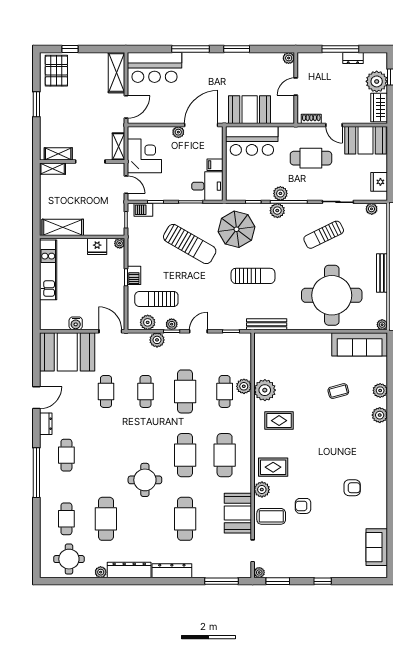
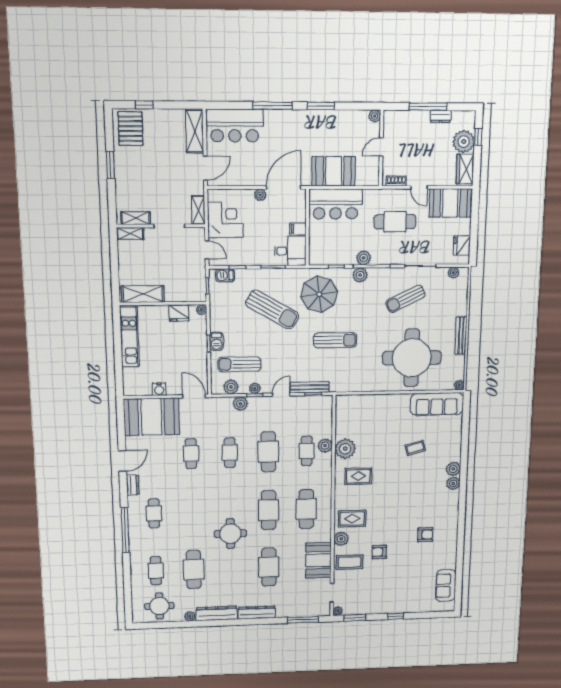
bench: (267, 324) -> (310, 387), moved
plant: (380, 390) -> (453, 483), moved

